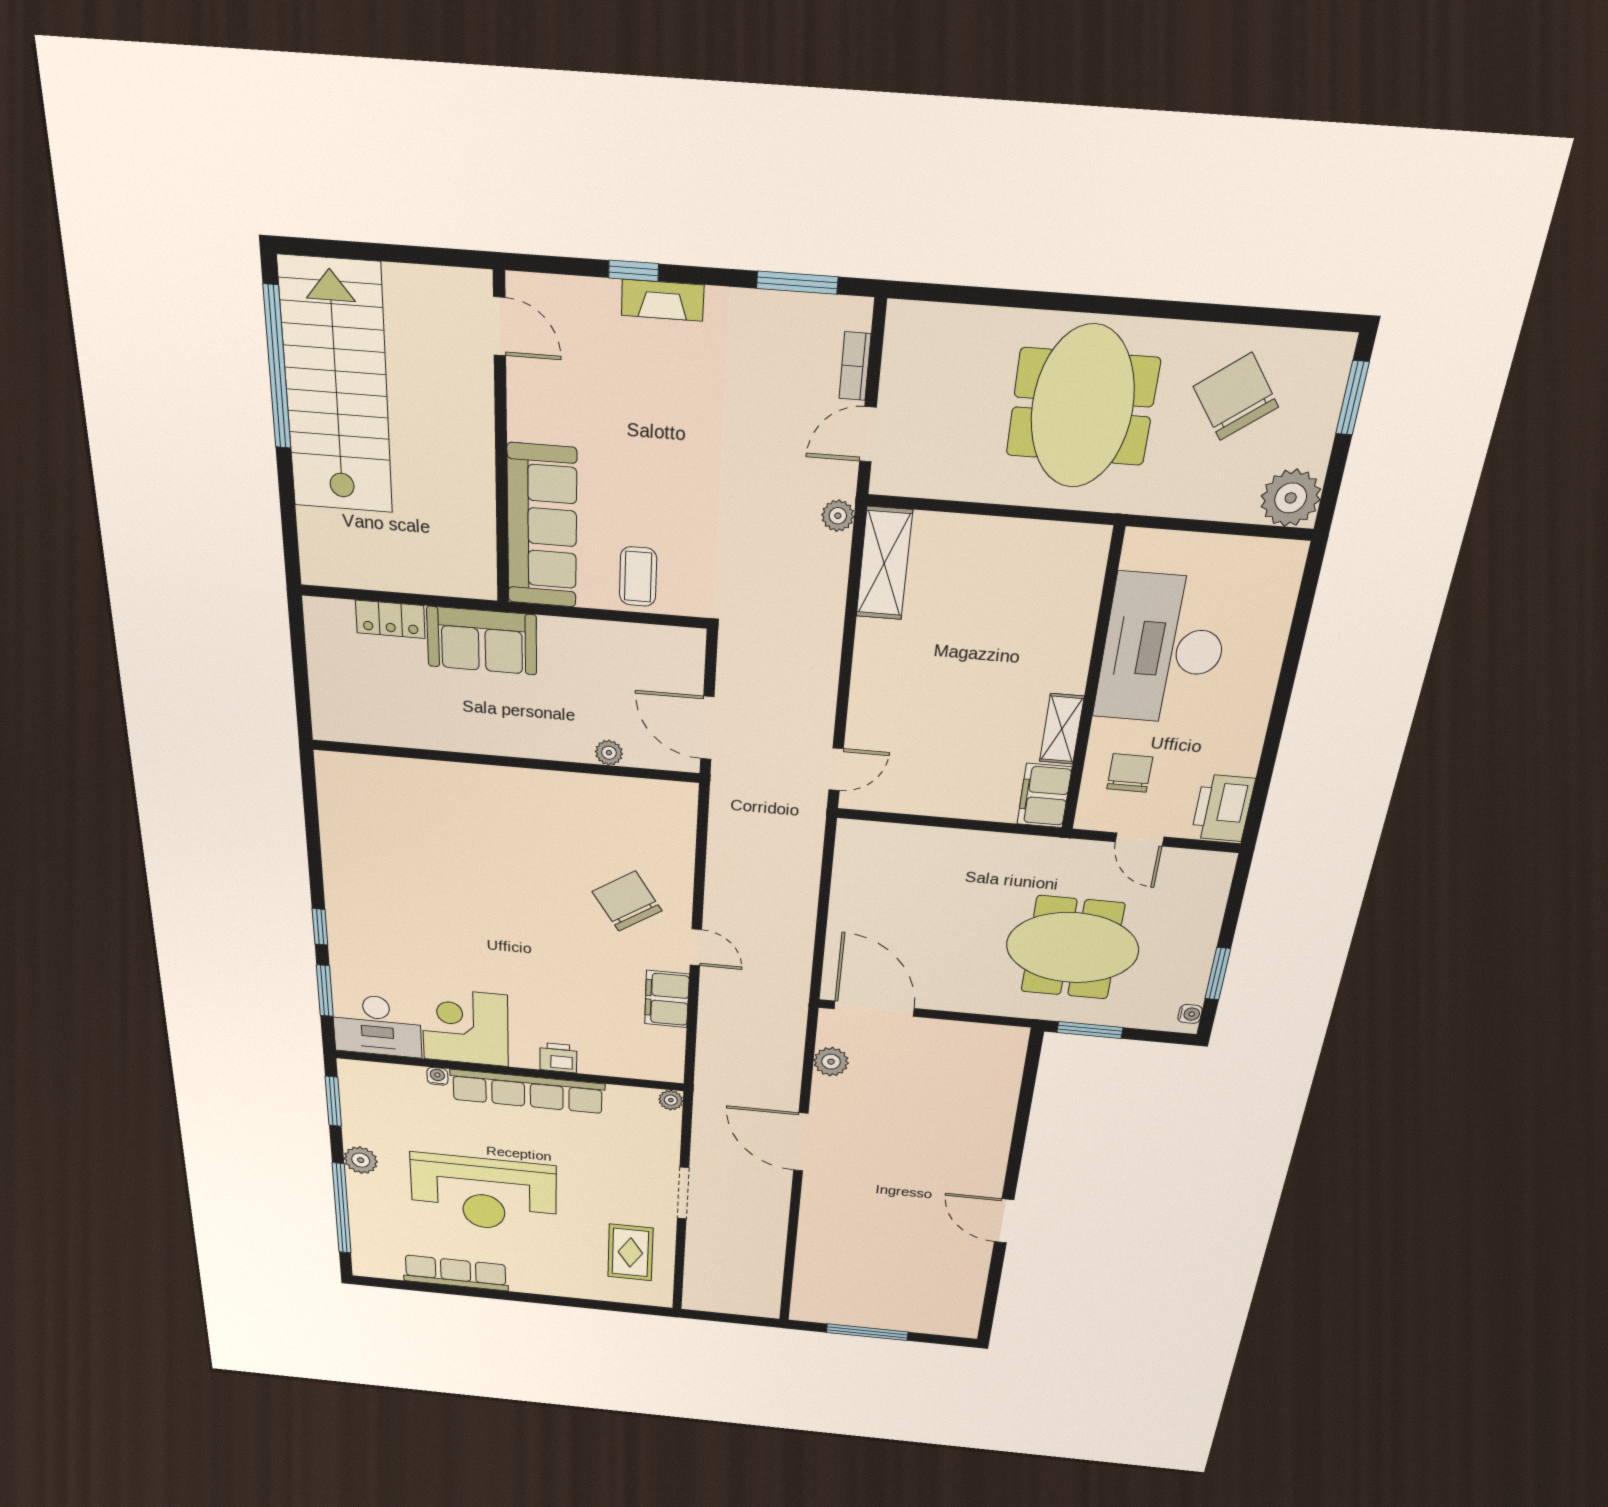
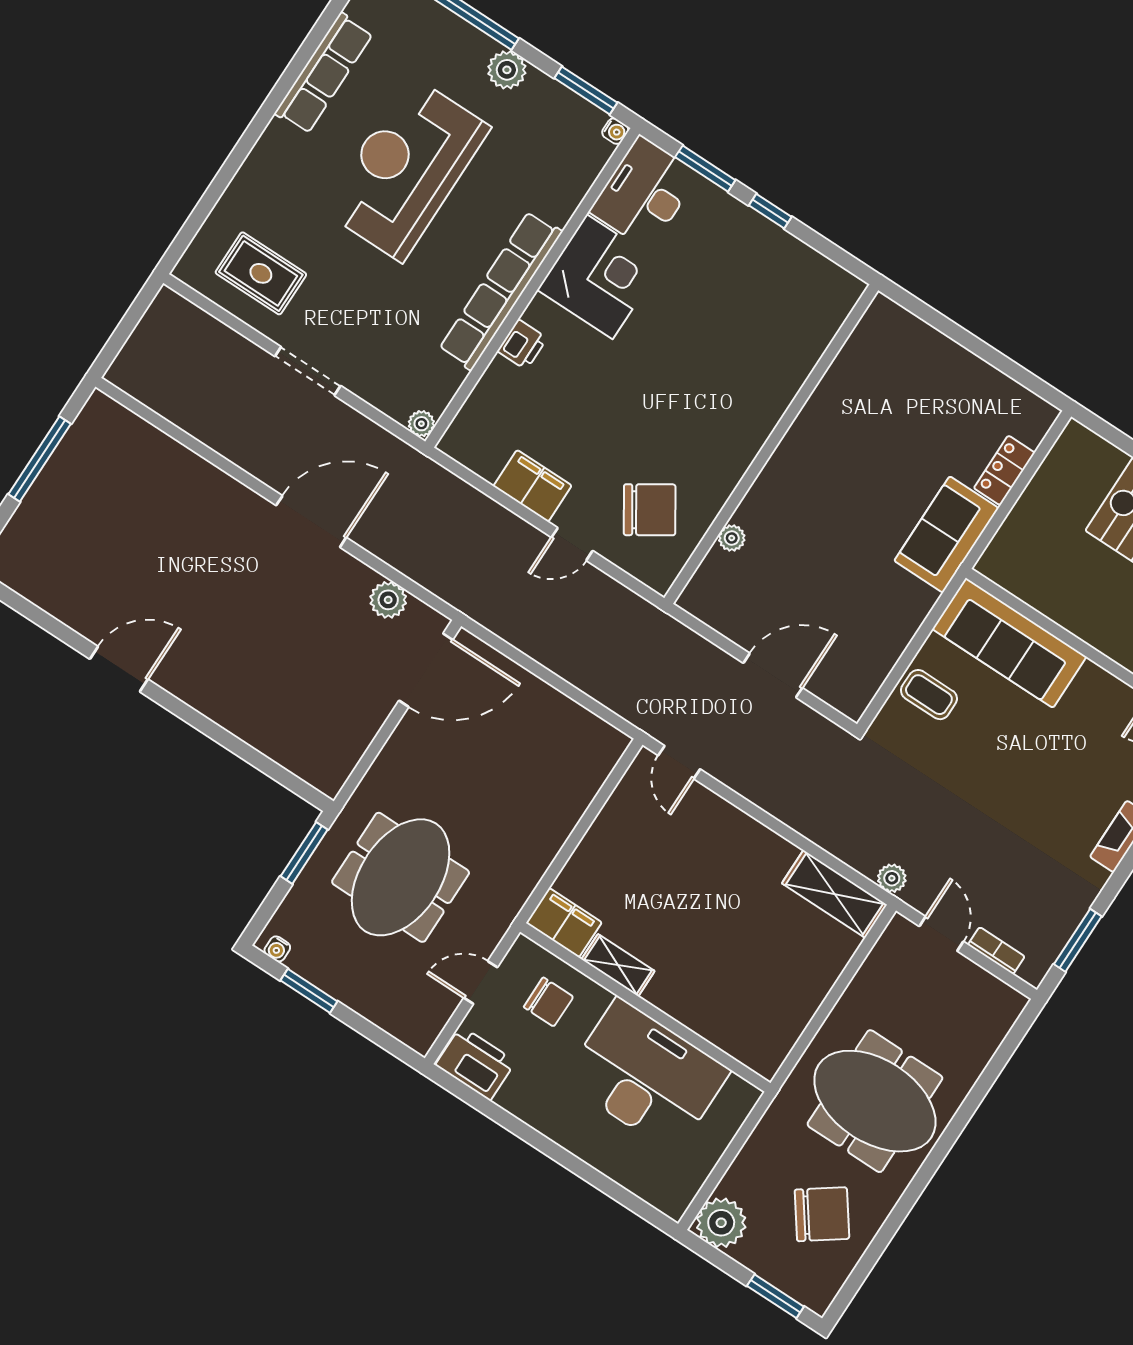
plant: (609, 753) -> (732, 538), moved
wall: (505, 761) -> (771, 444), moved
water cooler: (437, 1076) -> (615, 131), moved

